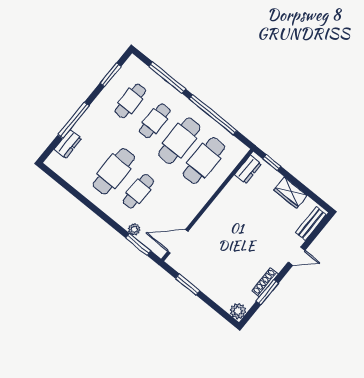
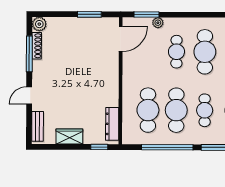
dresser: (248, 169) -> (112, 124), width x1.44
shoe rack: (265, 282) -> (37, 46), moved
window: (267, 292) -> (29, 54), width x1.44

